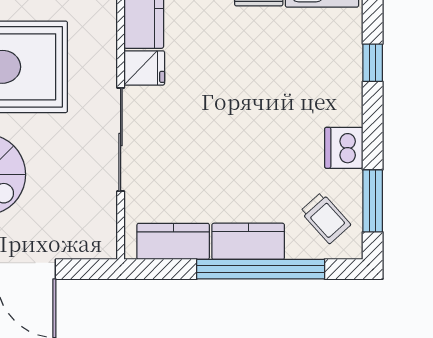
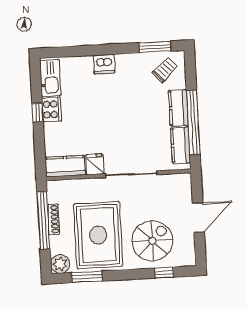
window: (373, 63) -> (86, 51), removed
dishwasher: (344, 148) -> (104, 64), moved
window: (261, 269) -> (193, 122), moved

